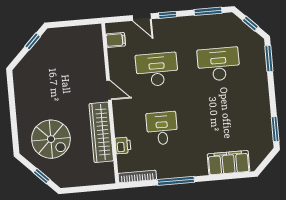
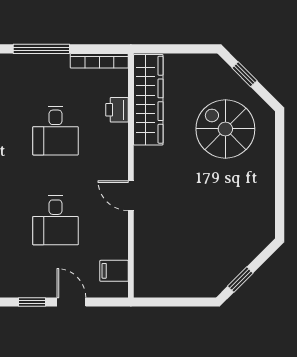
desk: (157, 70) -> (56, 220), width x0.73
wardrobe: (101, 132) -> (148, 100), moved

